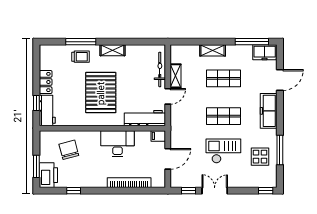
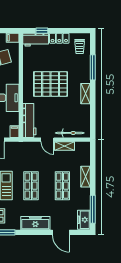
trolley: (81, 57) -> (80, 46), moved
filing cabinet: (45, 138) -> (13, 38), added

